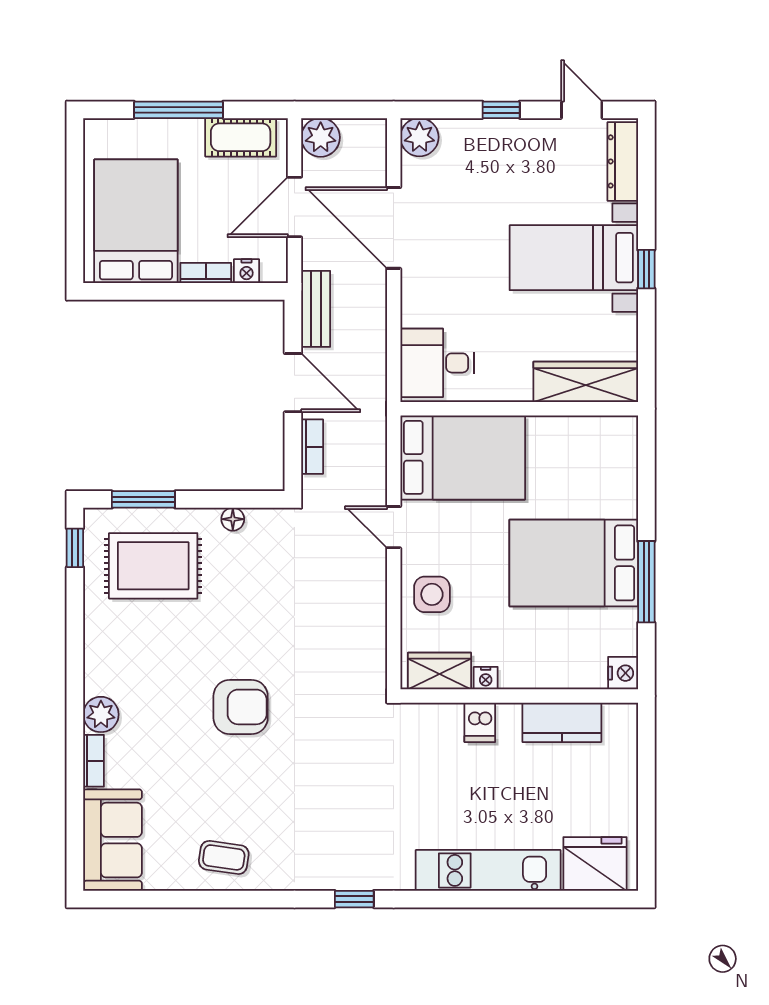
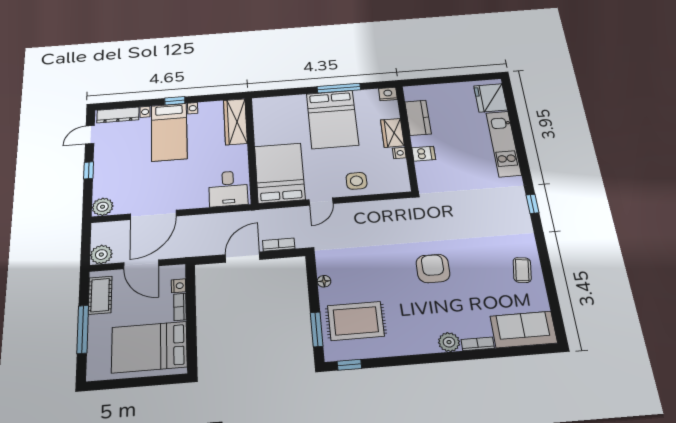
bench: (316, 309) -> (200, 249), removed
rug: (153, 566) -> (356, 321), turned 90
wardrobe: (439, 671) -> (392, 133), moved

